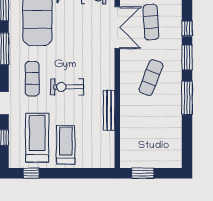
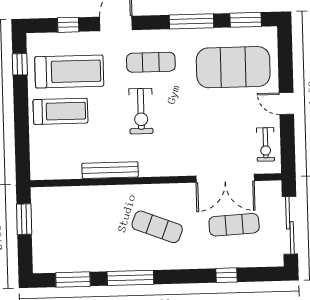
window: (187, 58) -> (73, 279), moved
exercise bike: (67, 87) -> (141, 111), turned 180

